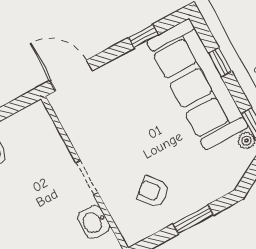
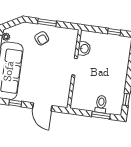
door: (71, 76) -> (42, 107), moved
armchair: (153, 192) -> (42, 38), moved

